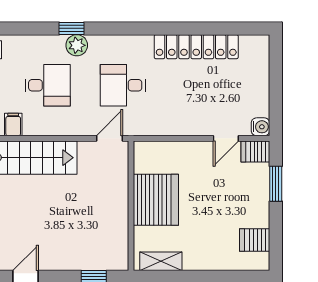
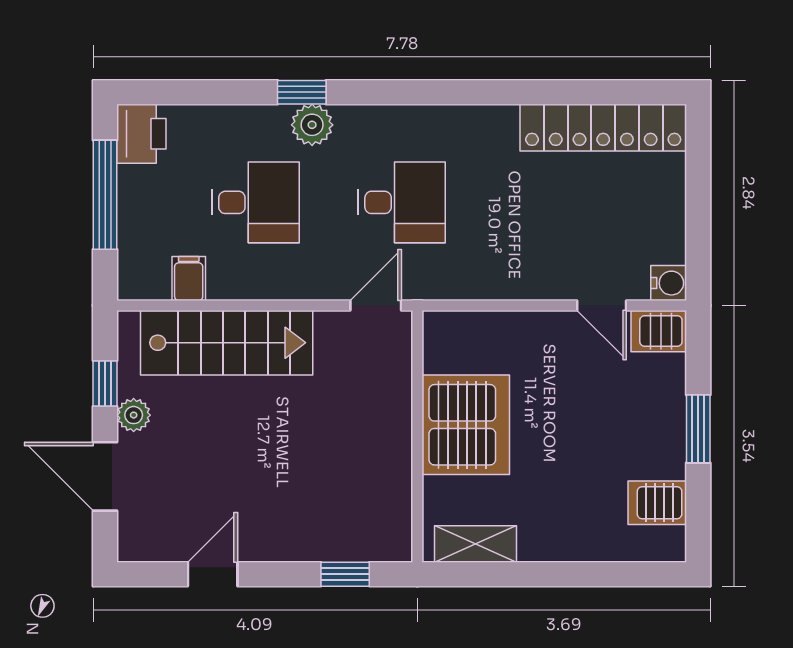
locker: (196, 47) -> (603, 128), moved
desk: (123, 85) -> (402, 202), turned 180
door: (226, 138) -> (602, 306), hinge flipped
window: (276, 184) -> (698, 429), moved

